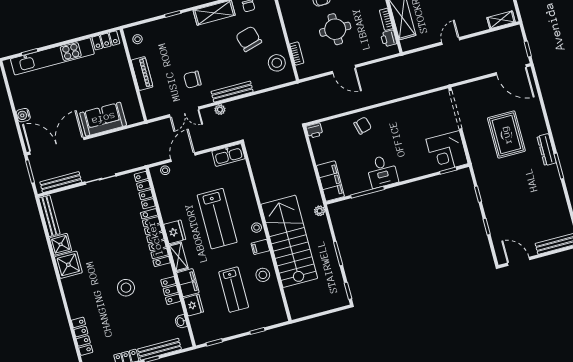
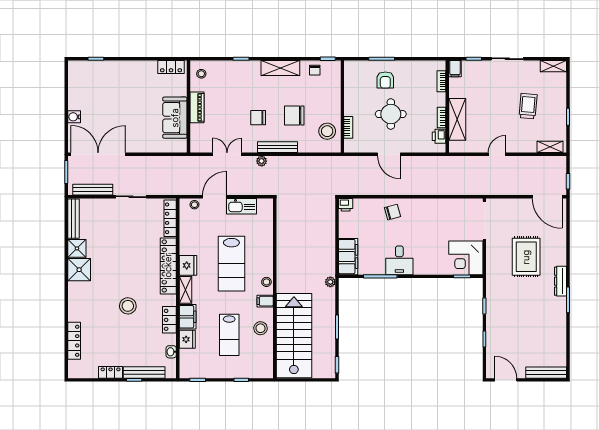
chair: (249, 39) -> (294, 115), moved, turned -74
kitchen unit: (52, 56) -> (116, 69), removed
chair: (192, 80) -> (258, 118), moved
double door: (184, 112) -> (227, 154), swing flipped
sofa: (103, 119) -> (175, 118), moved, turned -90
kitchen sink: (228, 155) -> (241, 206), moved
stairs: (289, 241) -> (294, 336), moved

